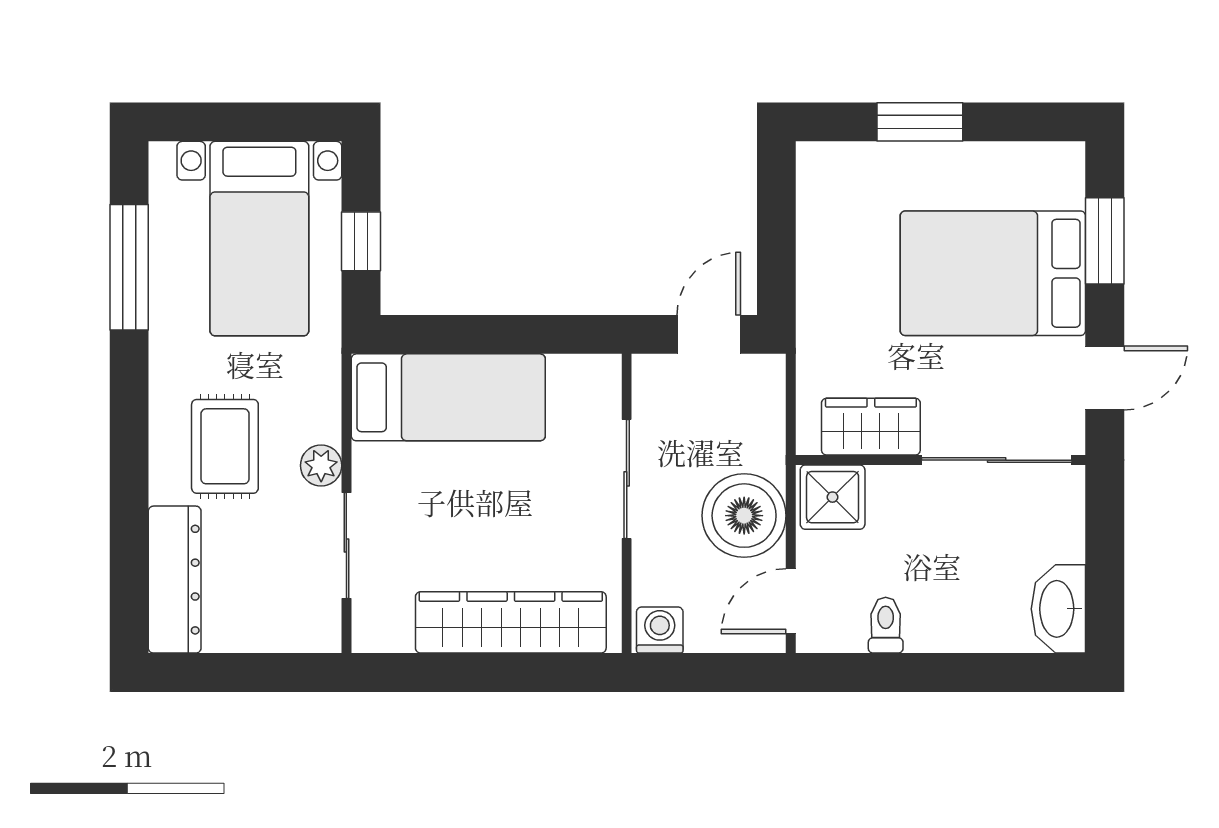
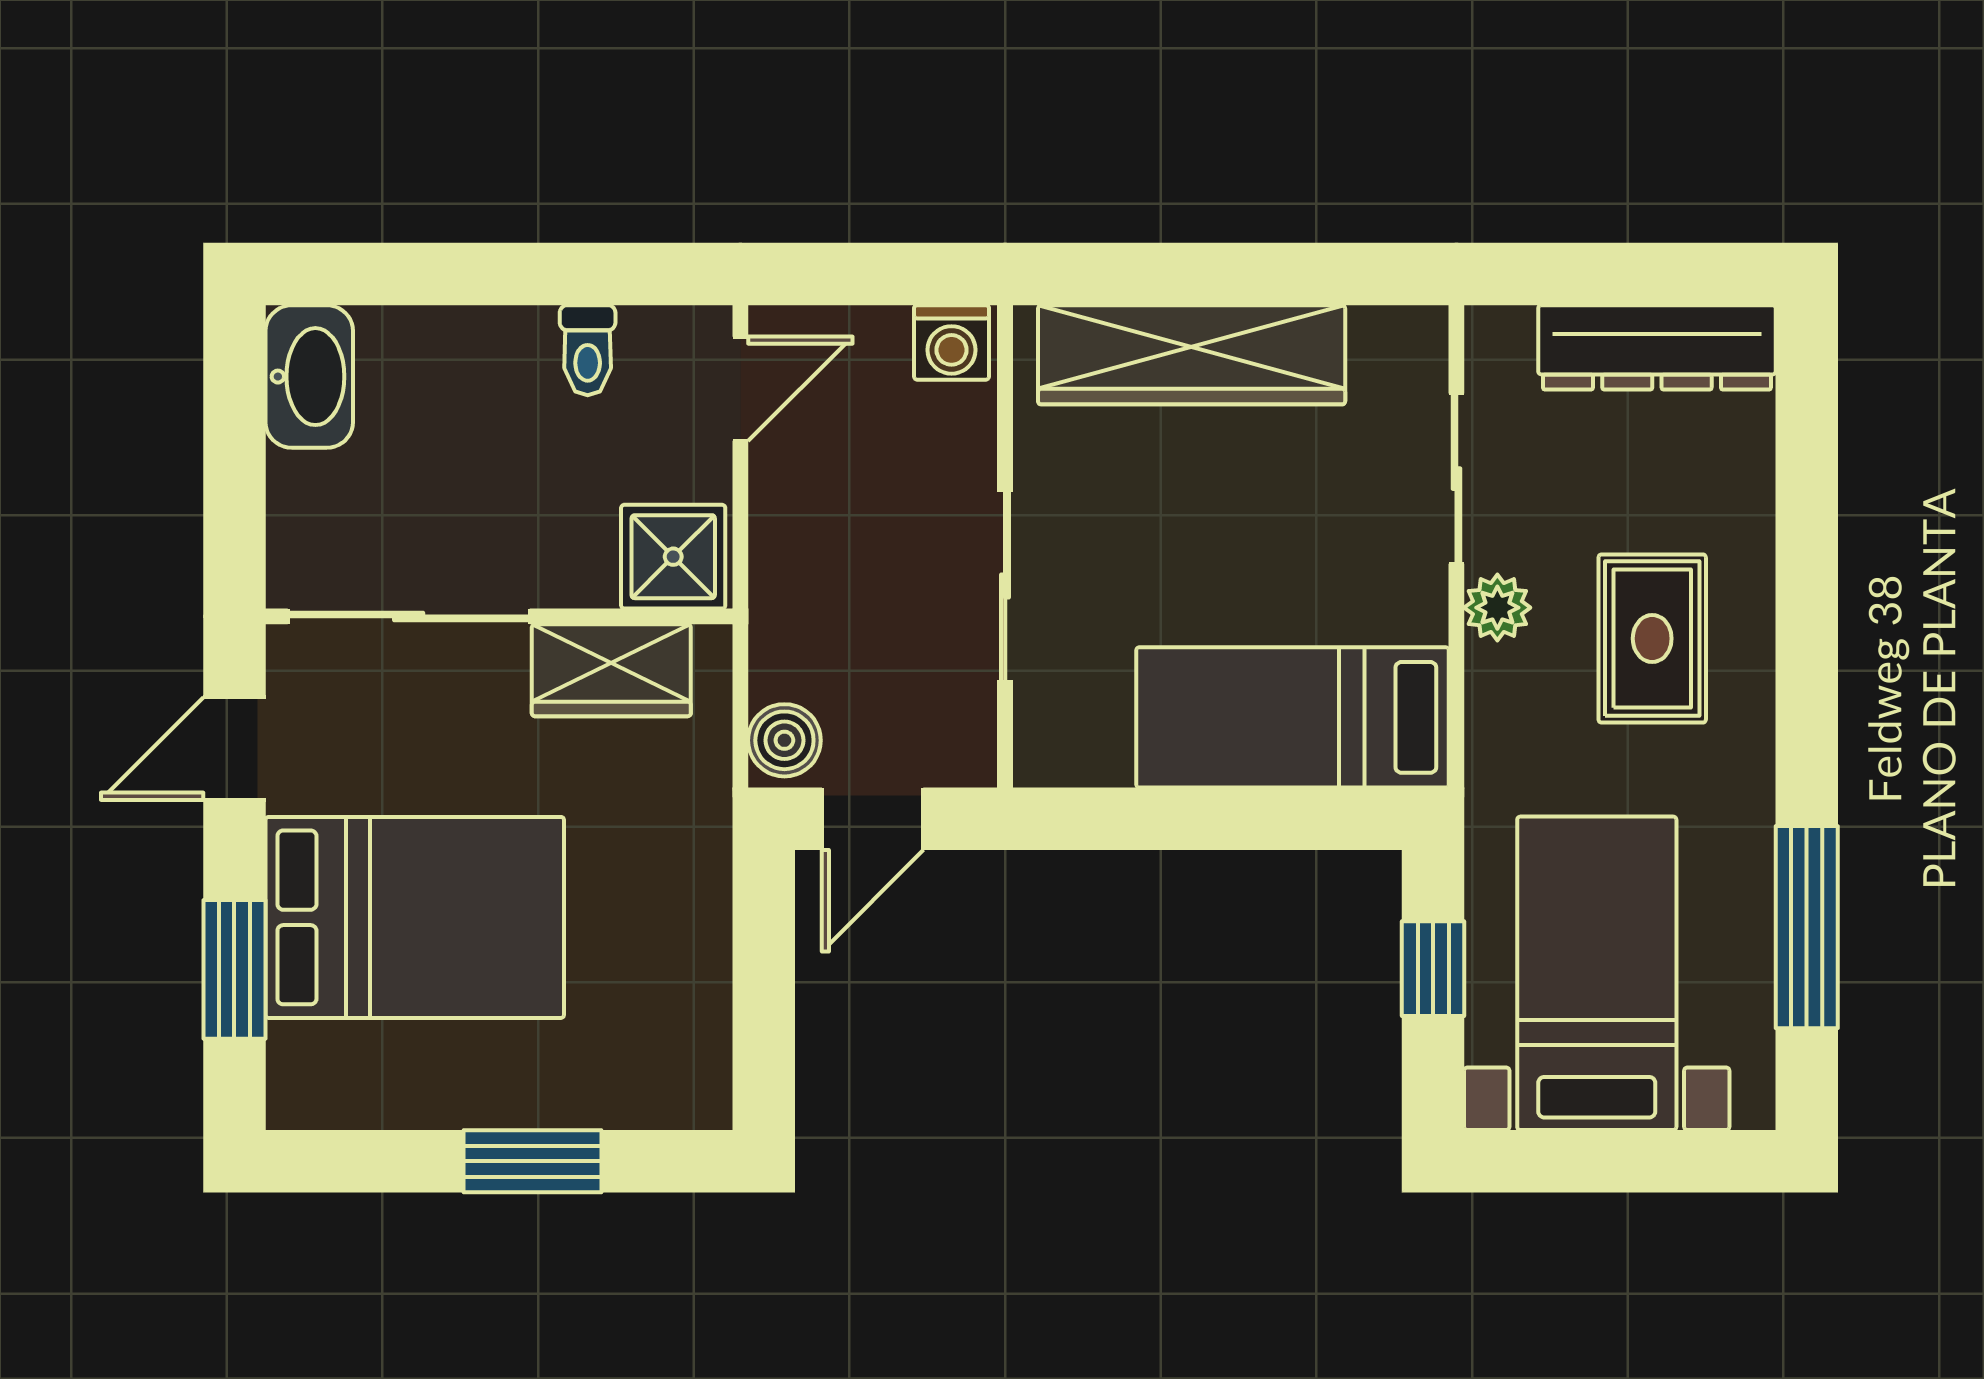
boiler: (744, 516) -> (784, 740), moved, width x0.54, depth x0.54
dresser: (175, 580) -> (1657, 347), moved, turned -90

